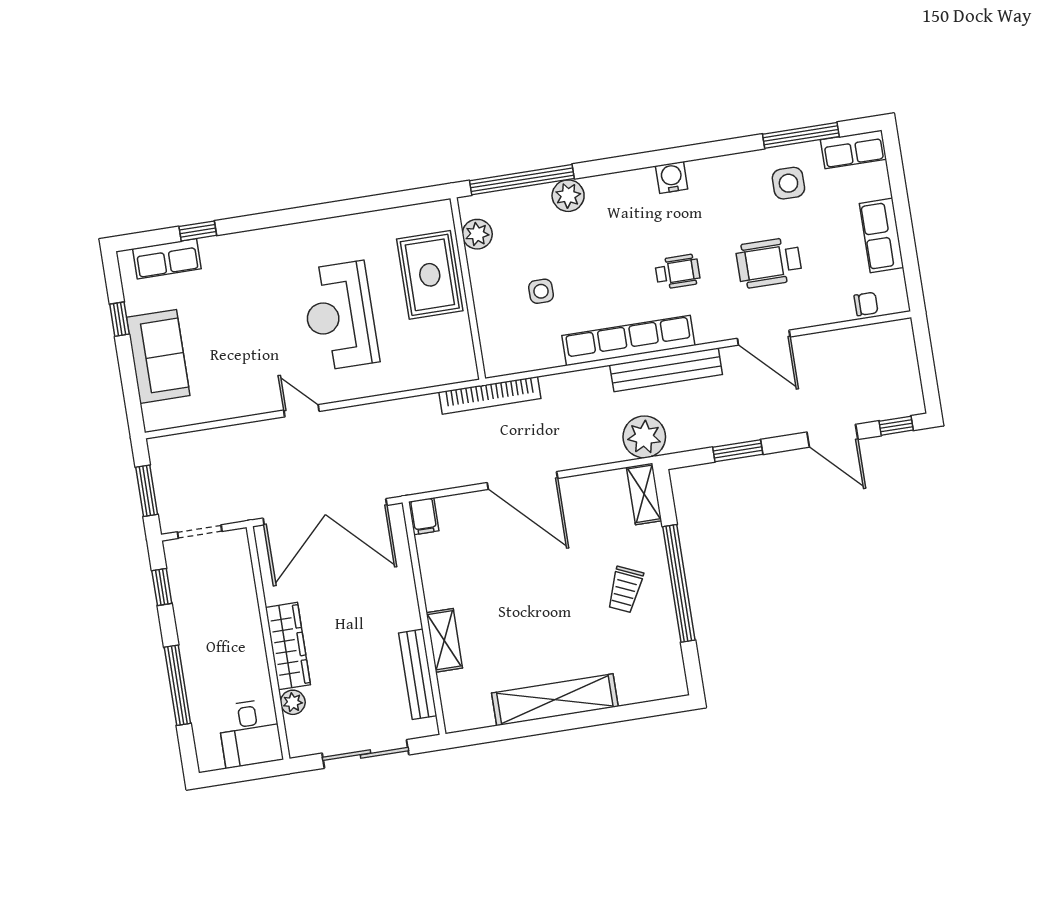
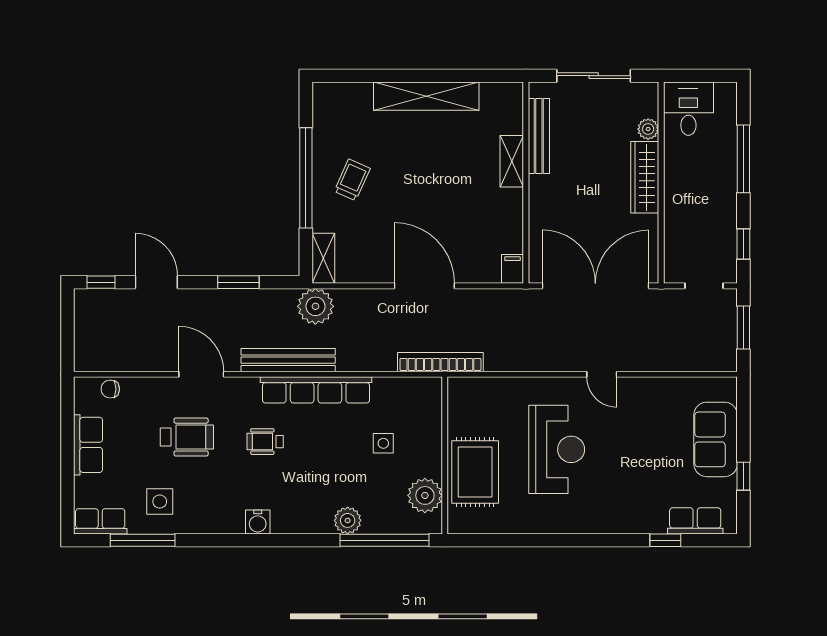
plant: (477, 234) -> (425, 495), width x1.36, depth x1.36

